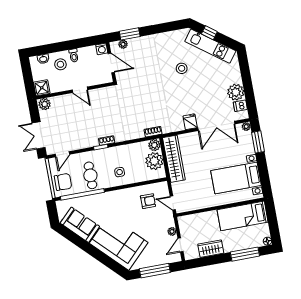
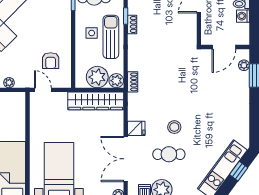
washing machine: (102, 49) -> (243, 16), moved
stool: (182, 68) -> (174, 127), moved
cafe table: (206, 92) -> (169, 154), added
sun lounger: (120, 156) -> (111, 37), added
door: (173, 203) -> (43, 90), hinge flipped

